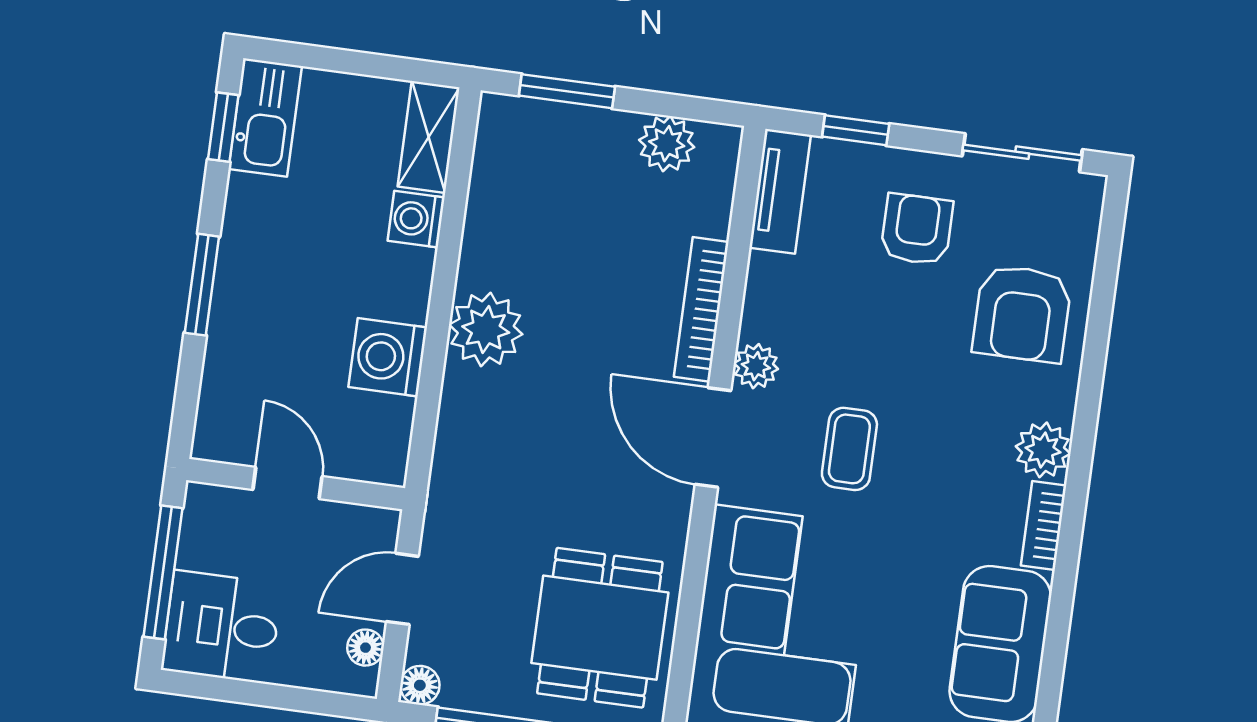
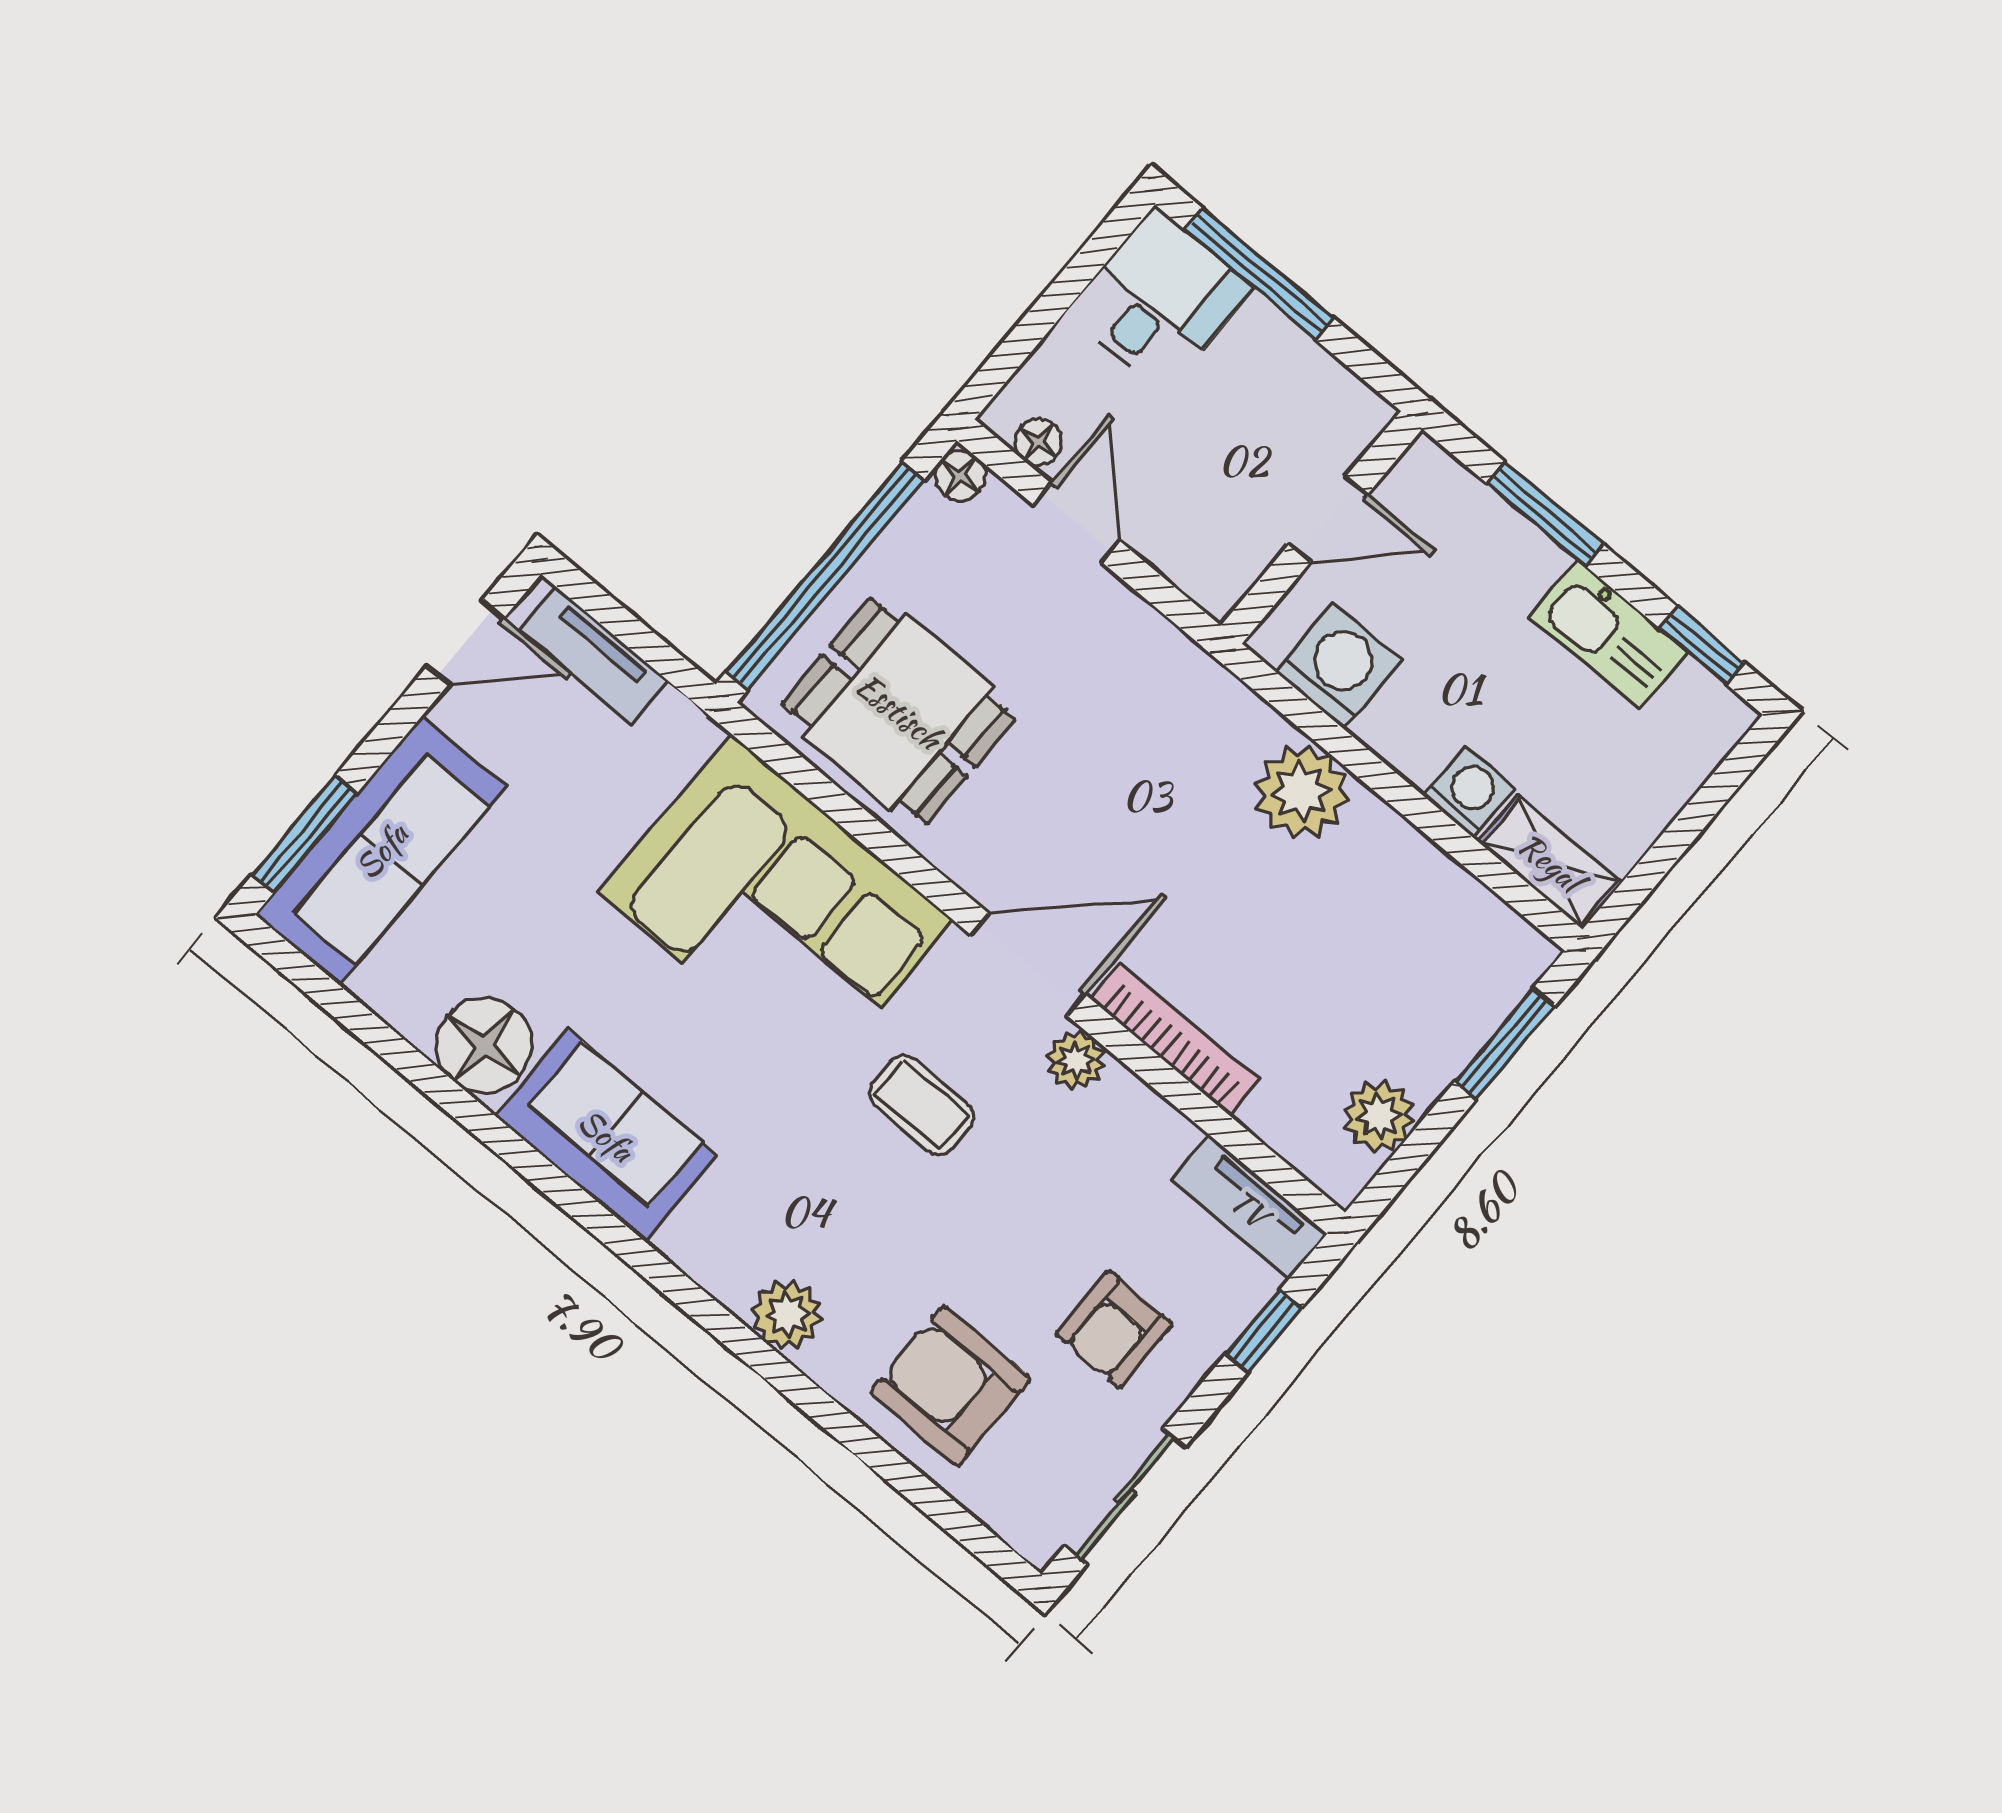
kitchen sink: (265, 118) -> (1608, 634), moved
armchair: (917, 229) -> (1114, 1329), turned 90
door: (288, 483) -> (1328, 519), moved
wall: (296, 484) -> (1321, 527), moved
bookcase: (1044, 525) -> (705, 1263), removed

